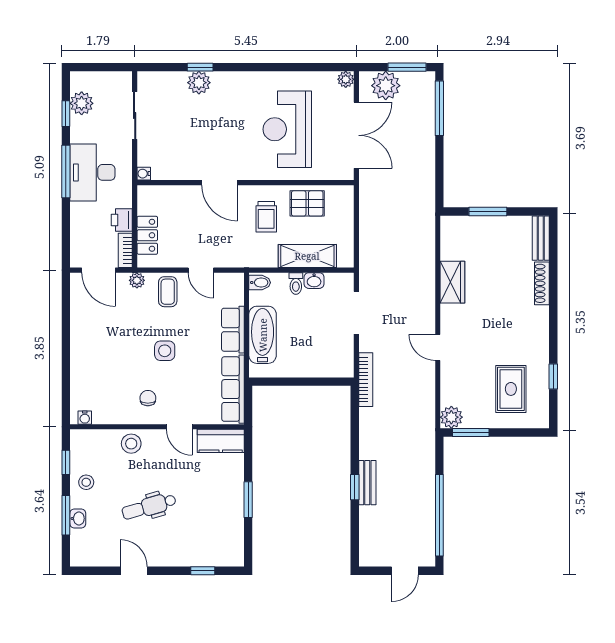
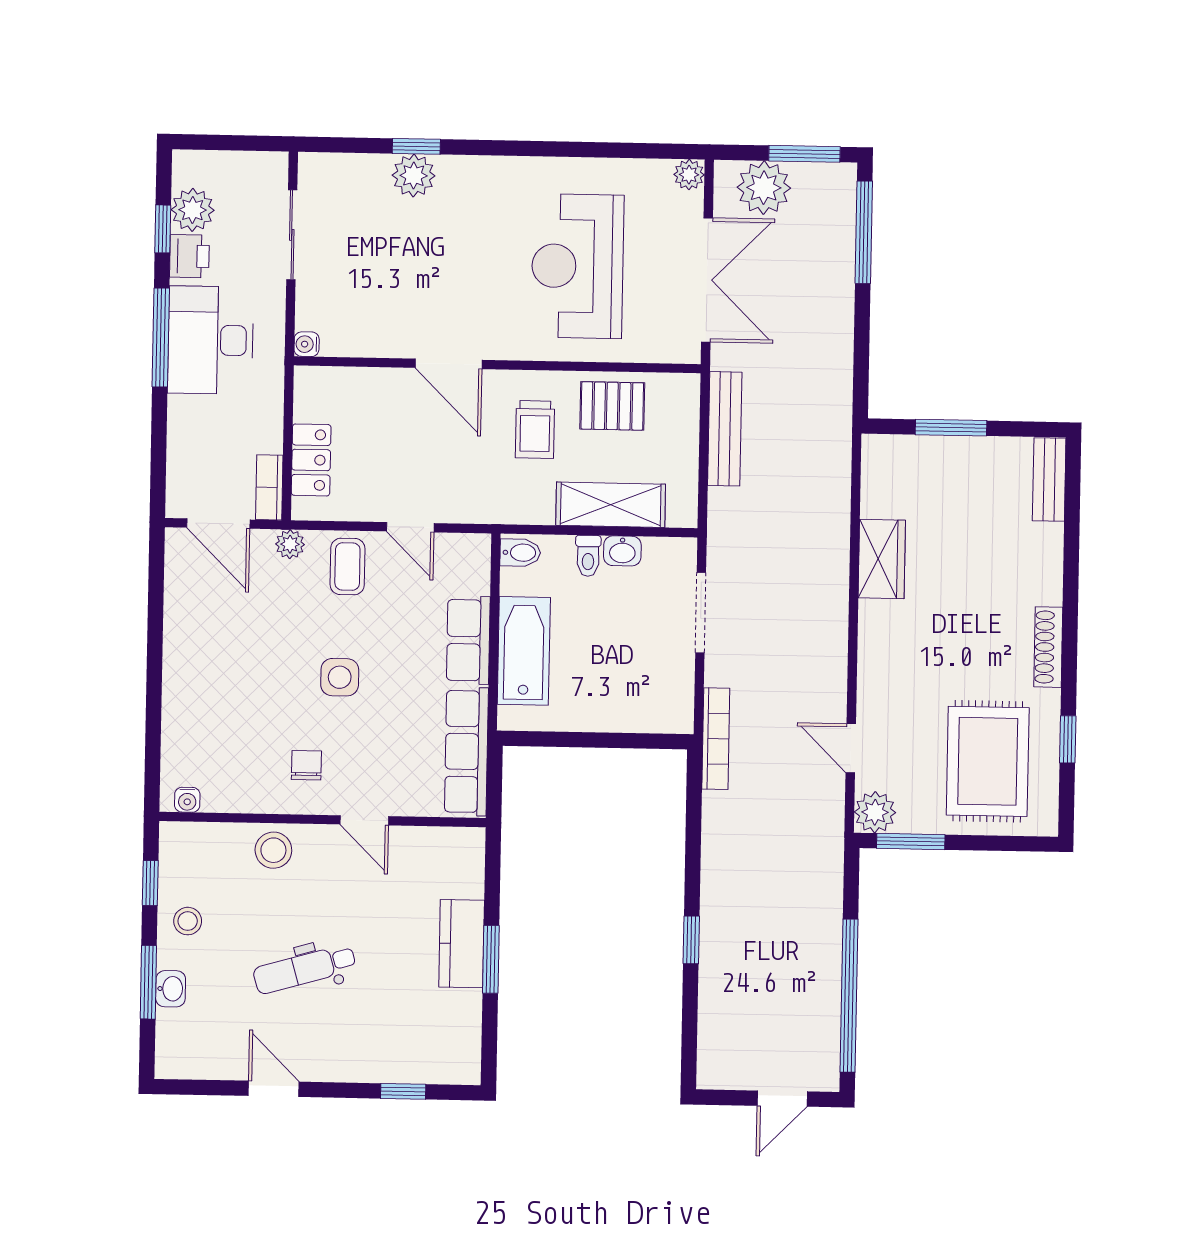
printer: (122, 220) -> (189, 256), moved, turned 180
shoe rack: (542, 283) -> (1048, 647), moved
door: (438, 347) -> (851, 748), moved
rug: (511, 389) -> (988, 761), width x1.36, depth x1.43
kitchen counter: (221, 441) -> (462, 944), moved, turned 90
bench: (367, 483) -> (725, 429), moved, width x1.36

